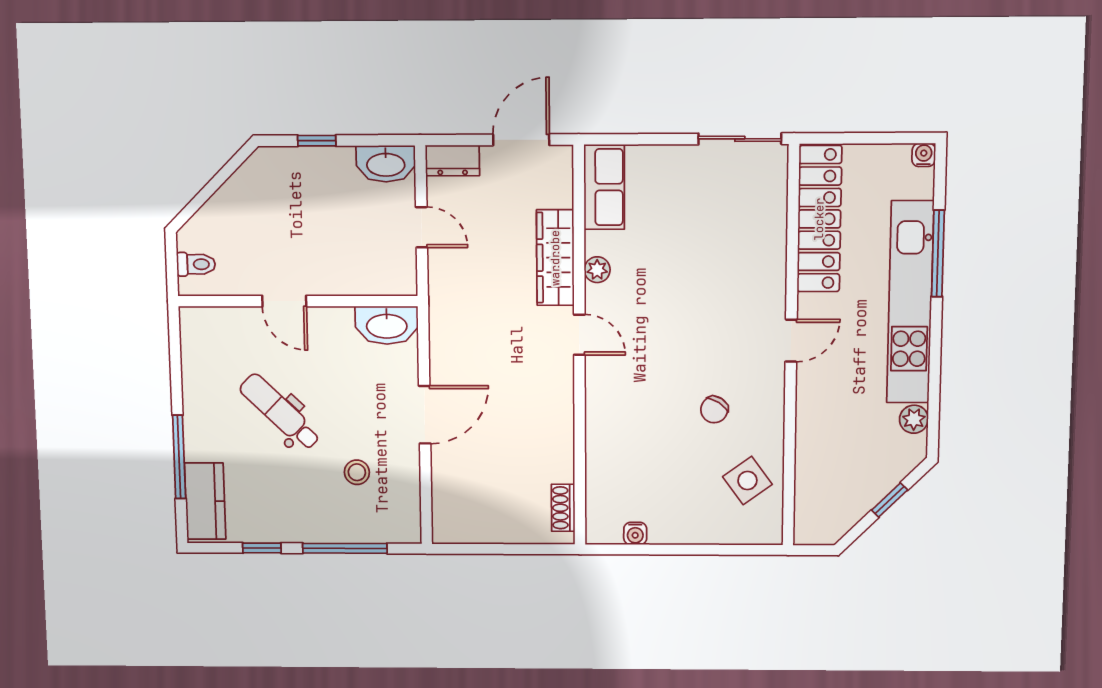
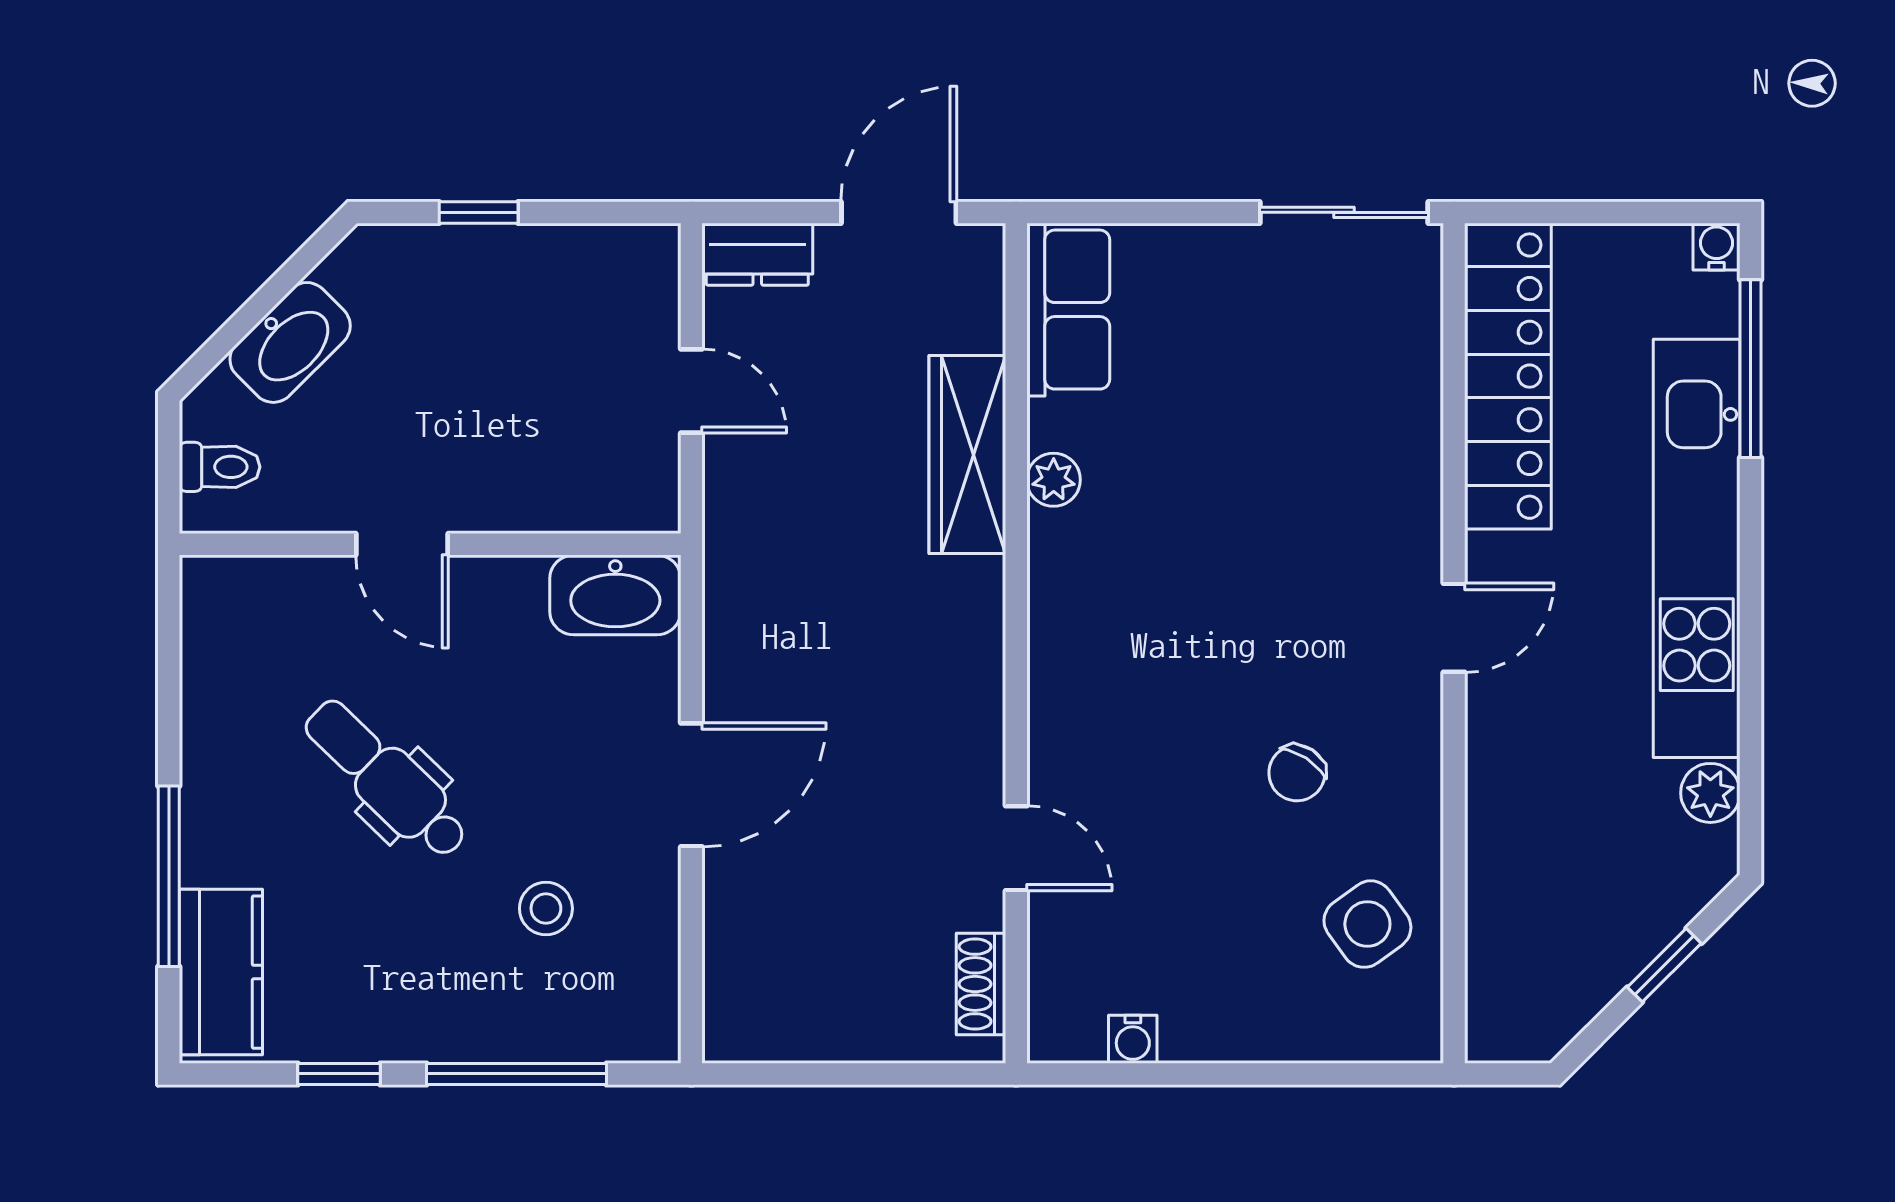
washbasin: (386, 164) -> (290, 342), moved, turned -45
window: (938, 253) -> (1751, 369), moved
door: (579, 335) -> (1016, 848), moved

